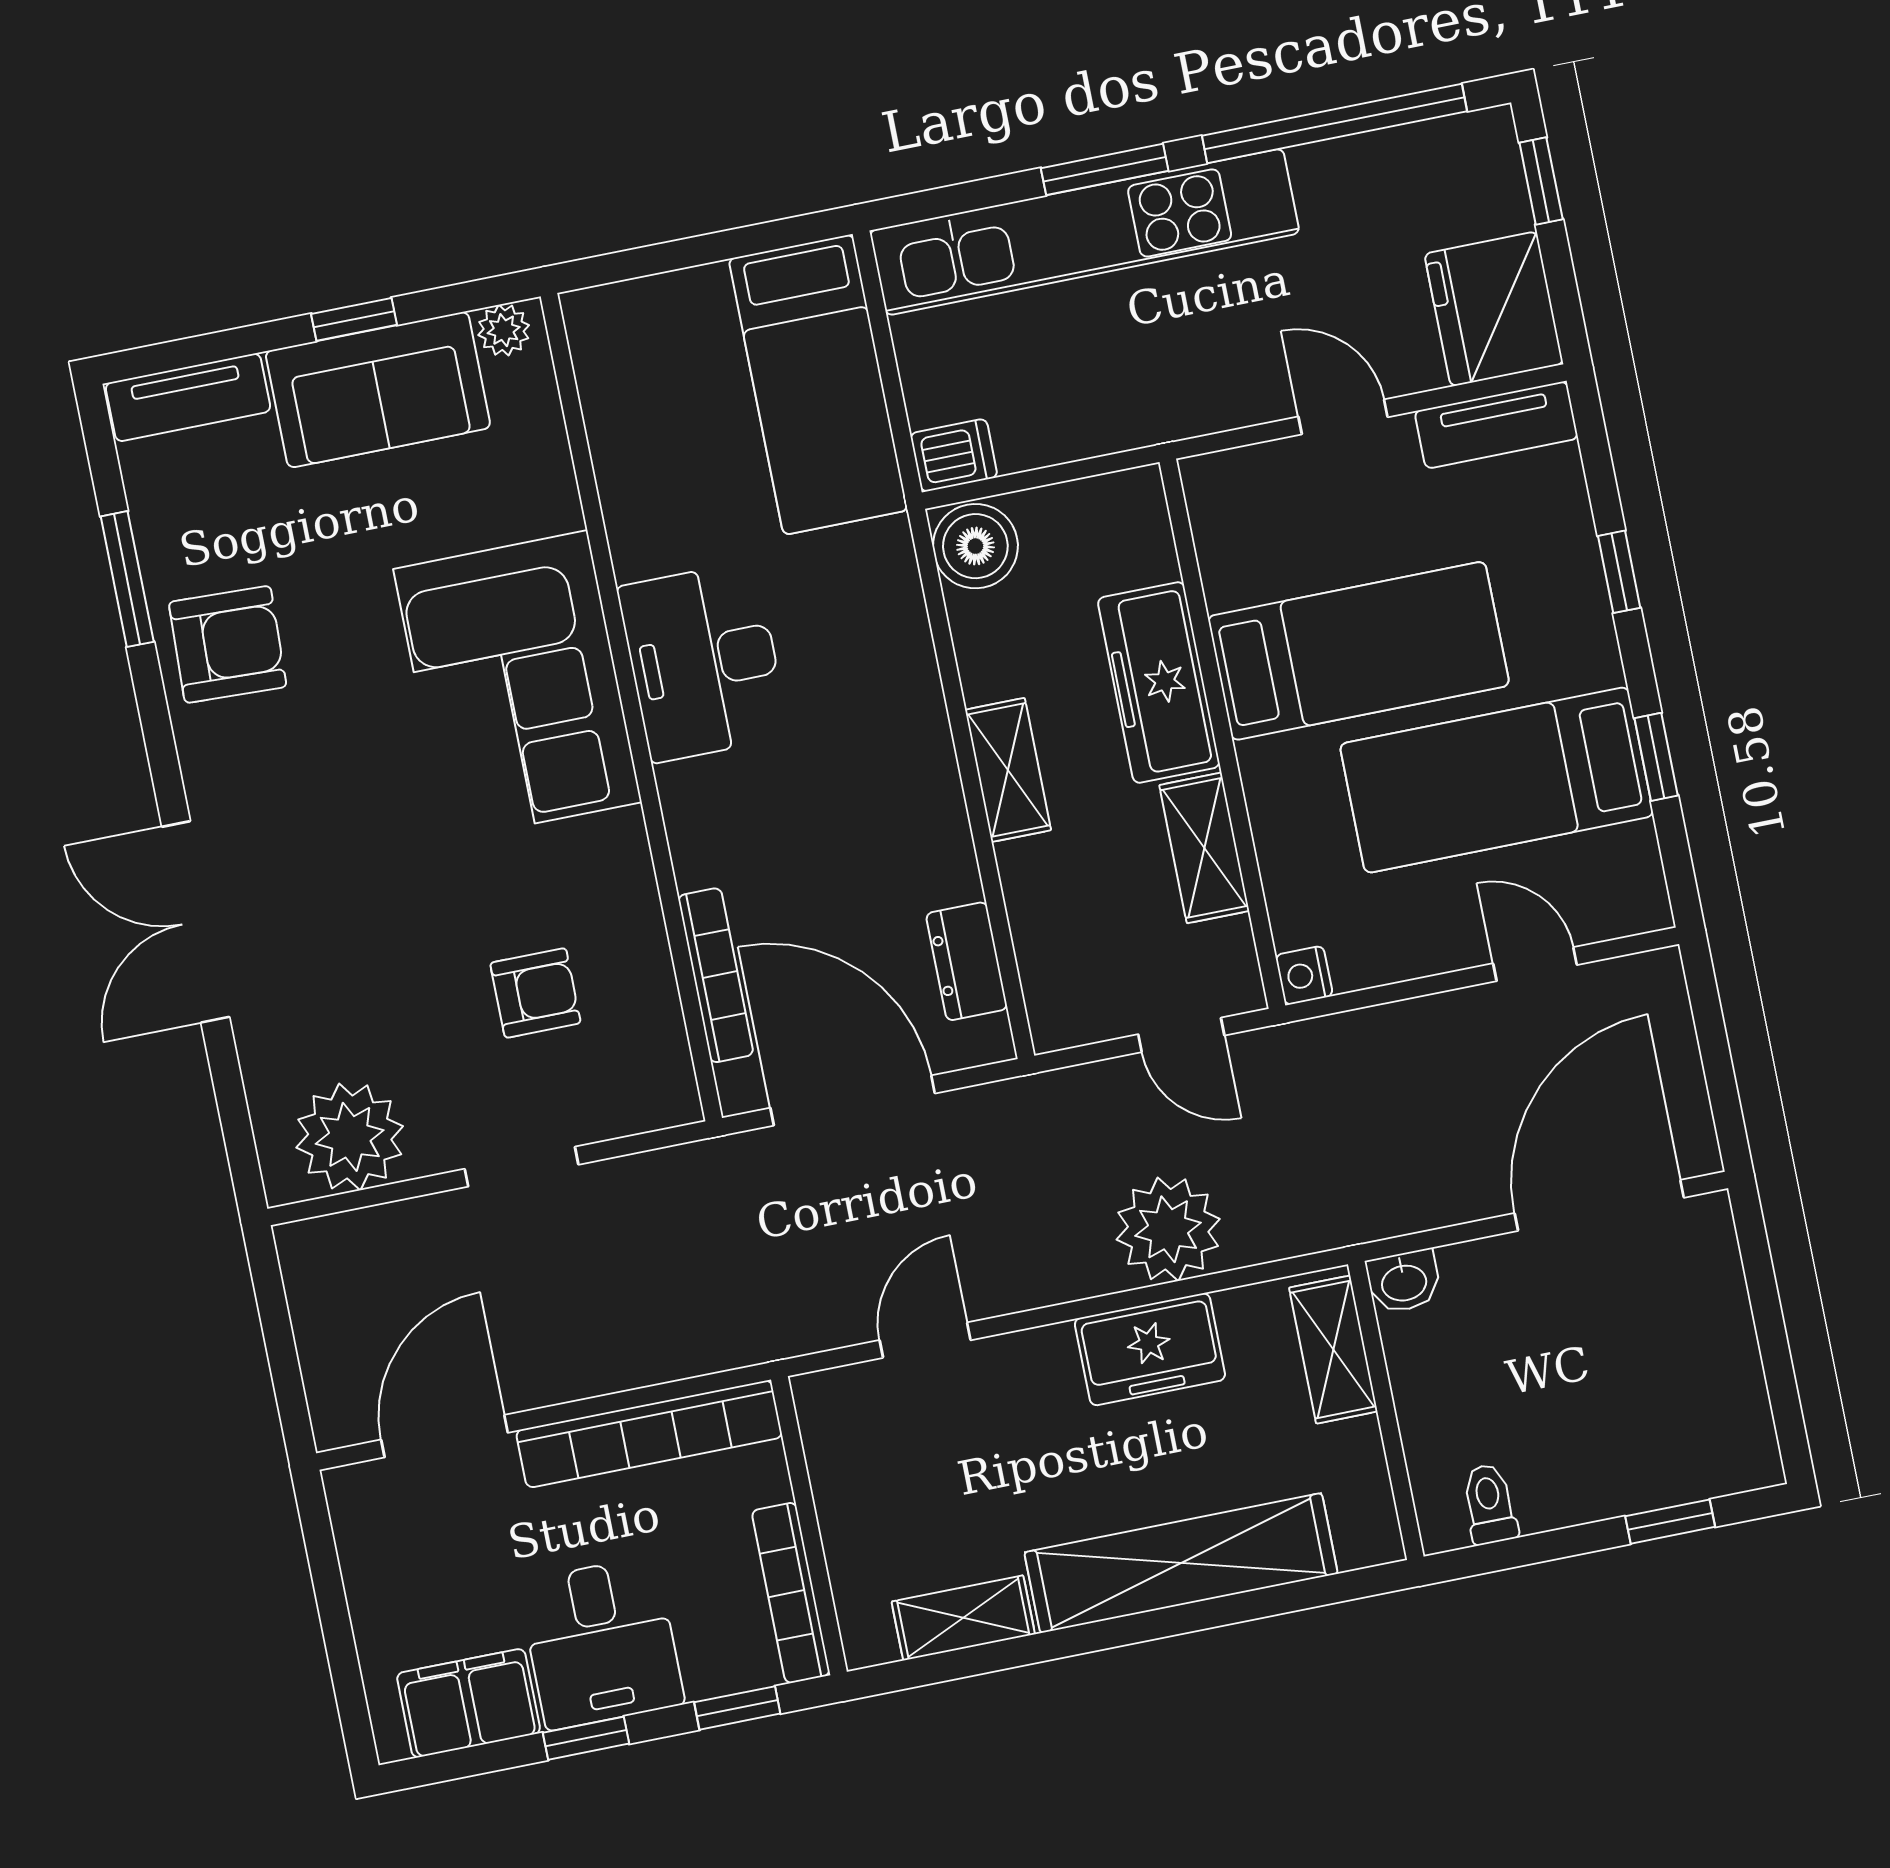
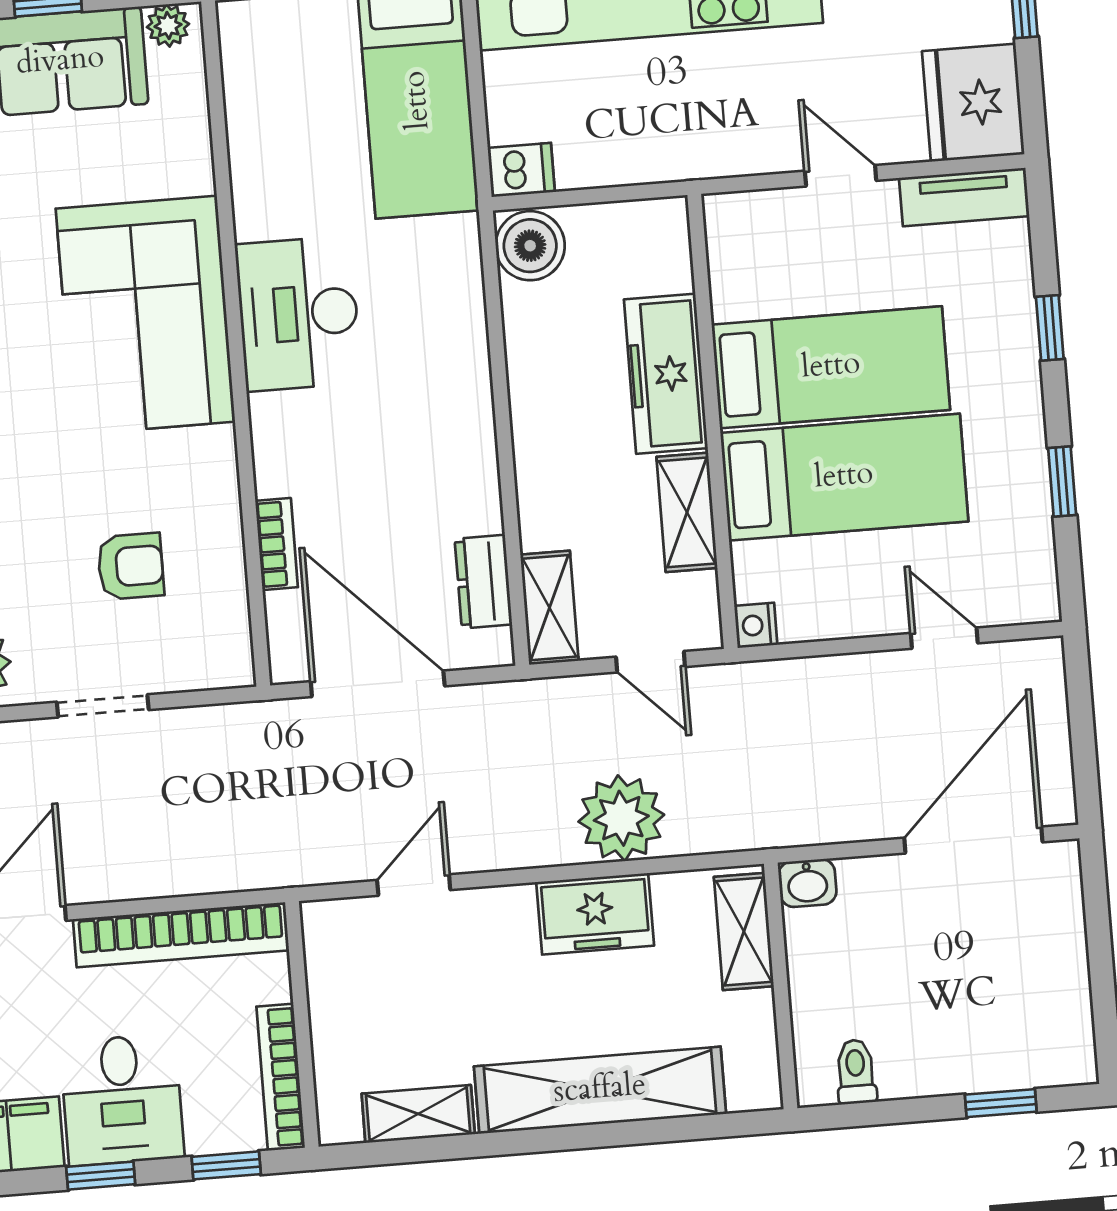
shelving: (1008, 770) -> (549, 608), moved
bed: (1497, 780) -> (844, 477), moved, turned 180
bookcase: (716, 975) -> (277, 544), width x0.64

